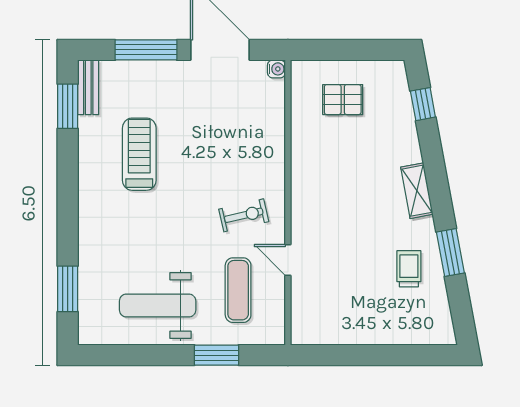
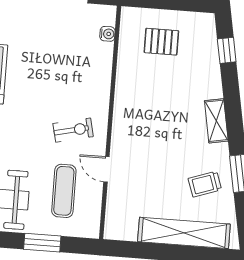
water cooler: (276, 69) -> (107, 34), moved
trolley: (409, 269) -> (205, 184), turned -109
shelving: (388, 330) -> (184, 233), added

